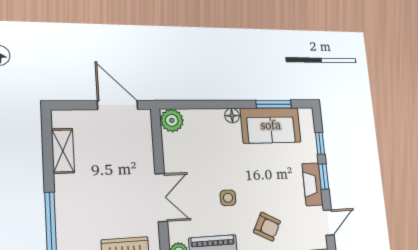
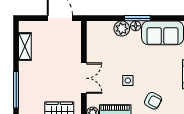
window: (274, 104) -> (137, 18), moved
plant: (172, 120) -> (122, 29), moved

